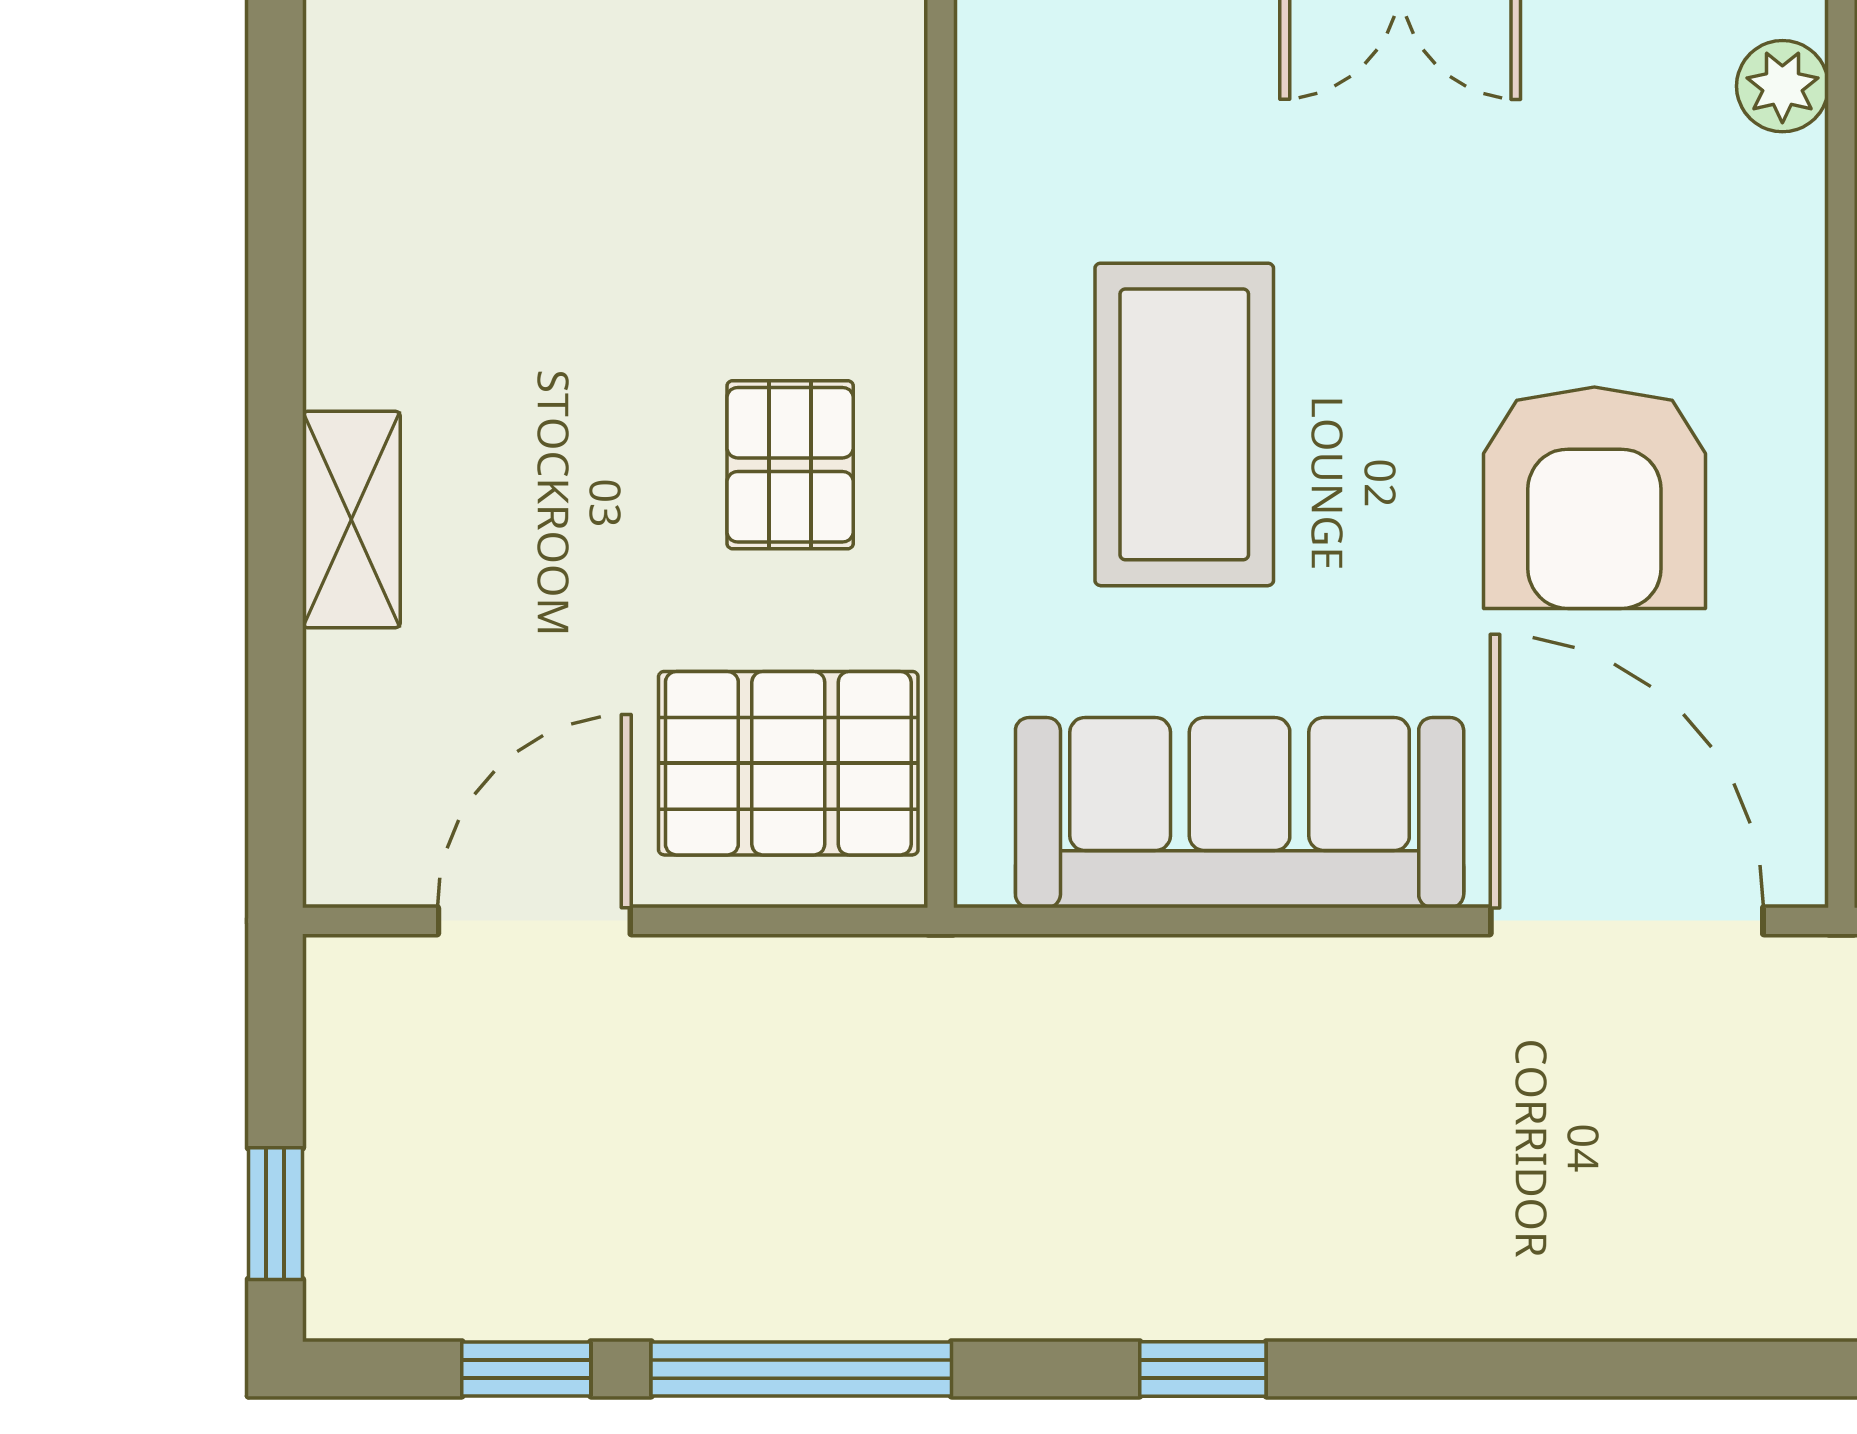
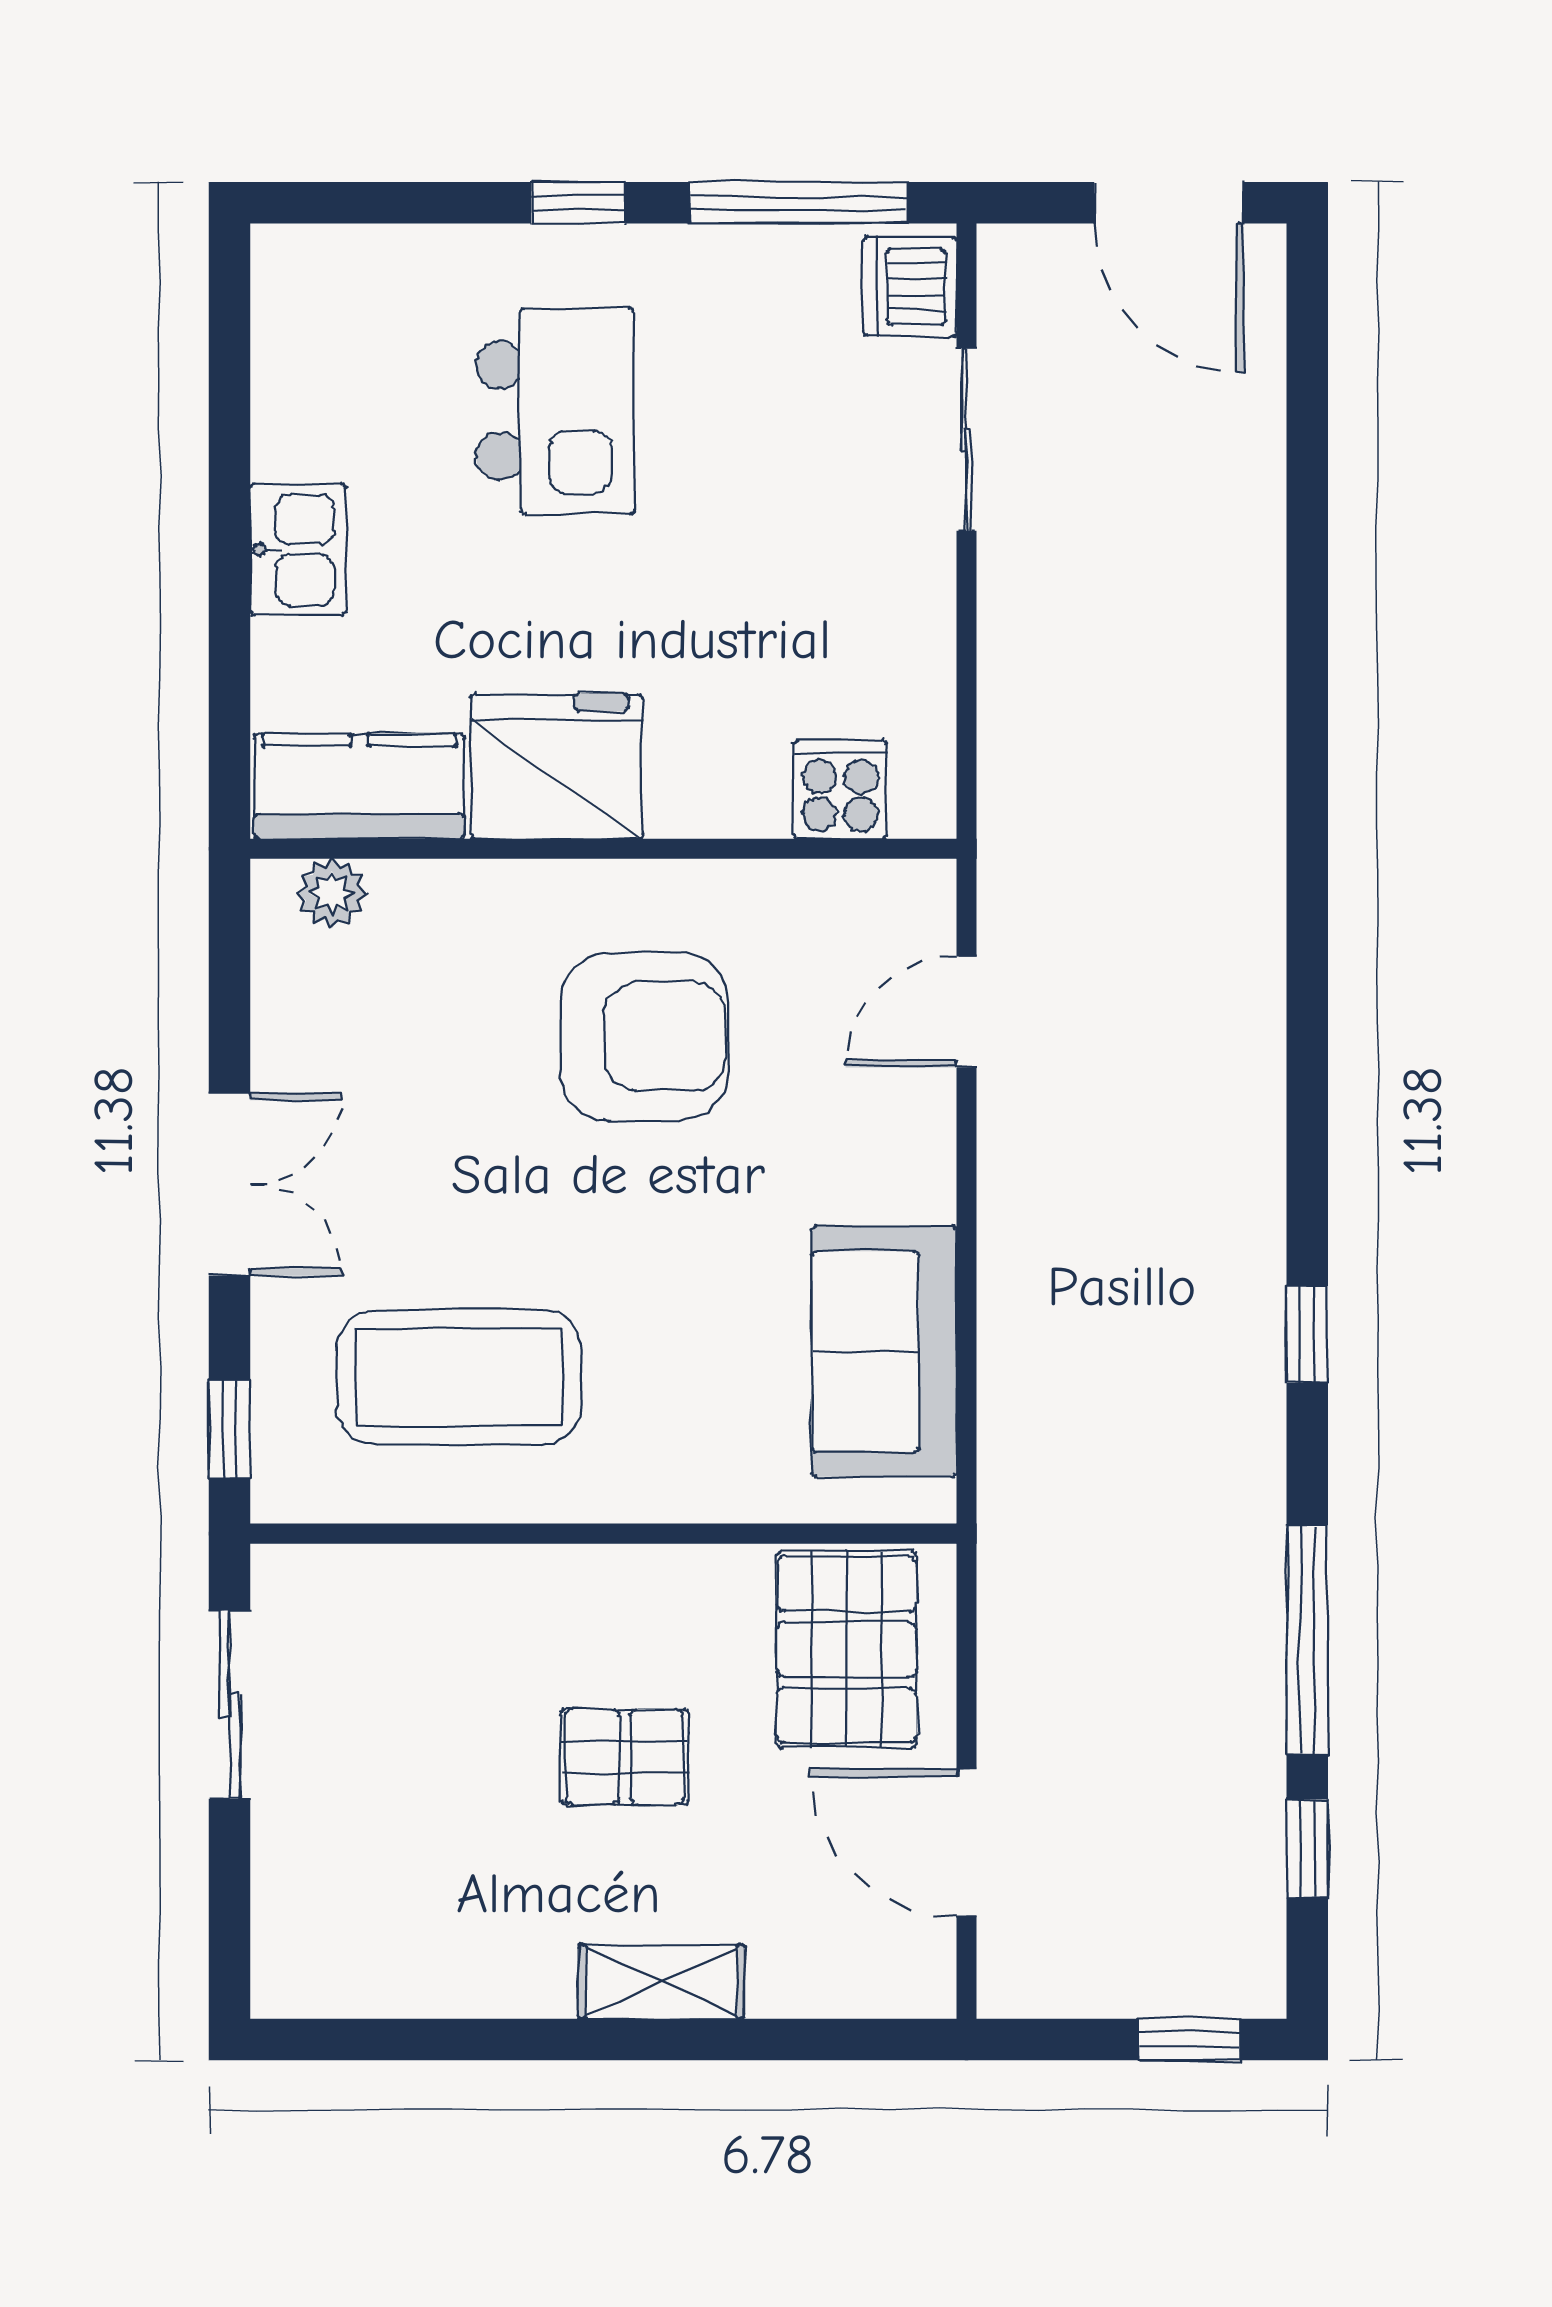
coffee table: (1184, 424) -> (459, 1377), moved
pallet: (790, 465) -> (625, 1757), moved
sofa: (1240, 813) -> (884, 1351), width x0.73
door: (1627, 921) -> (966, 1012), width x0.53

